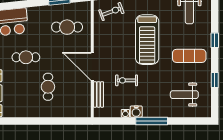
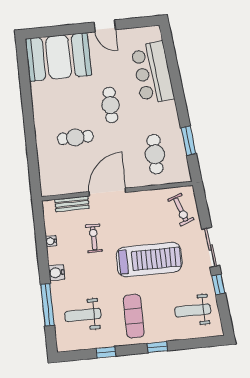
treadmill: (147, 40) -> (149, 260), turned 180
weight bench: (184, 95) -> (83, 315), turned -90
water cooler: (136, 112) -> (56, 273), moved
window: (152, 121) -> (47, 305), moved

